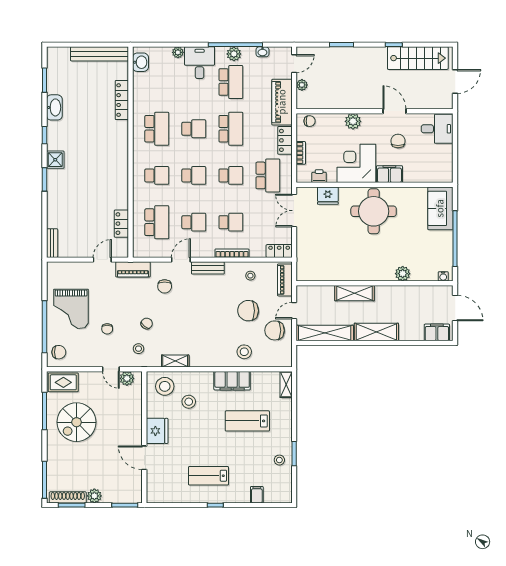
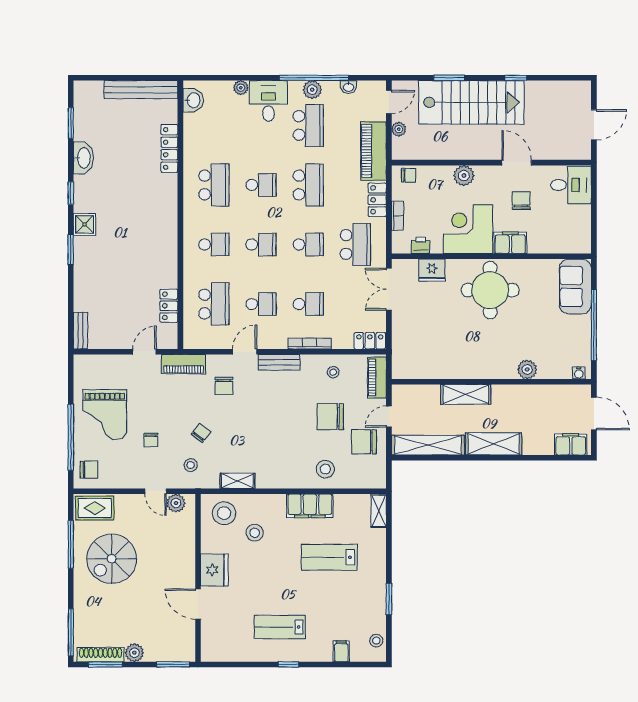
stairs: (418, 58) -> (471, 102), moved, width x1.36, depth x1.51
stool: (279, 460) -> (376, 641), moved

